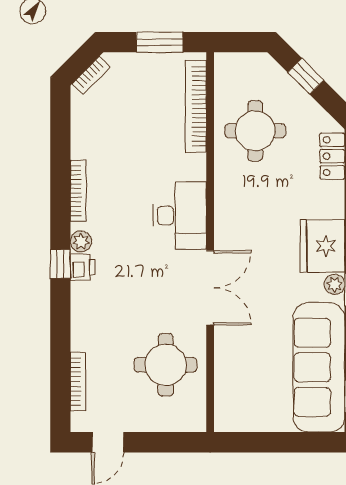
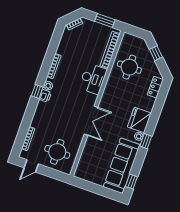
desk: (180, 216) -> (93, 79), moved
round table: (166, 365) -> (57, 152), moved

